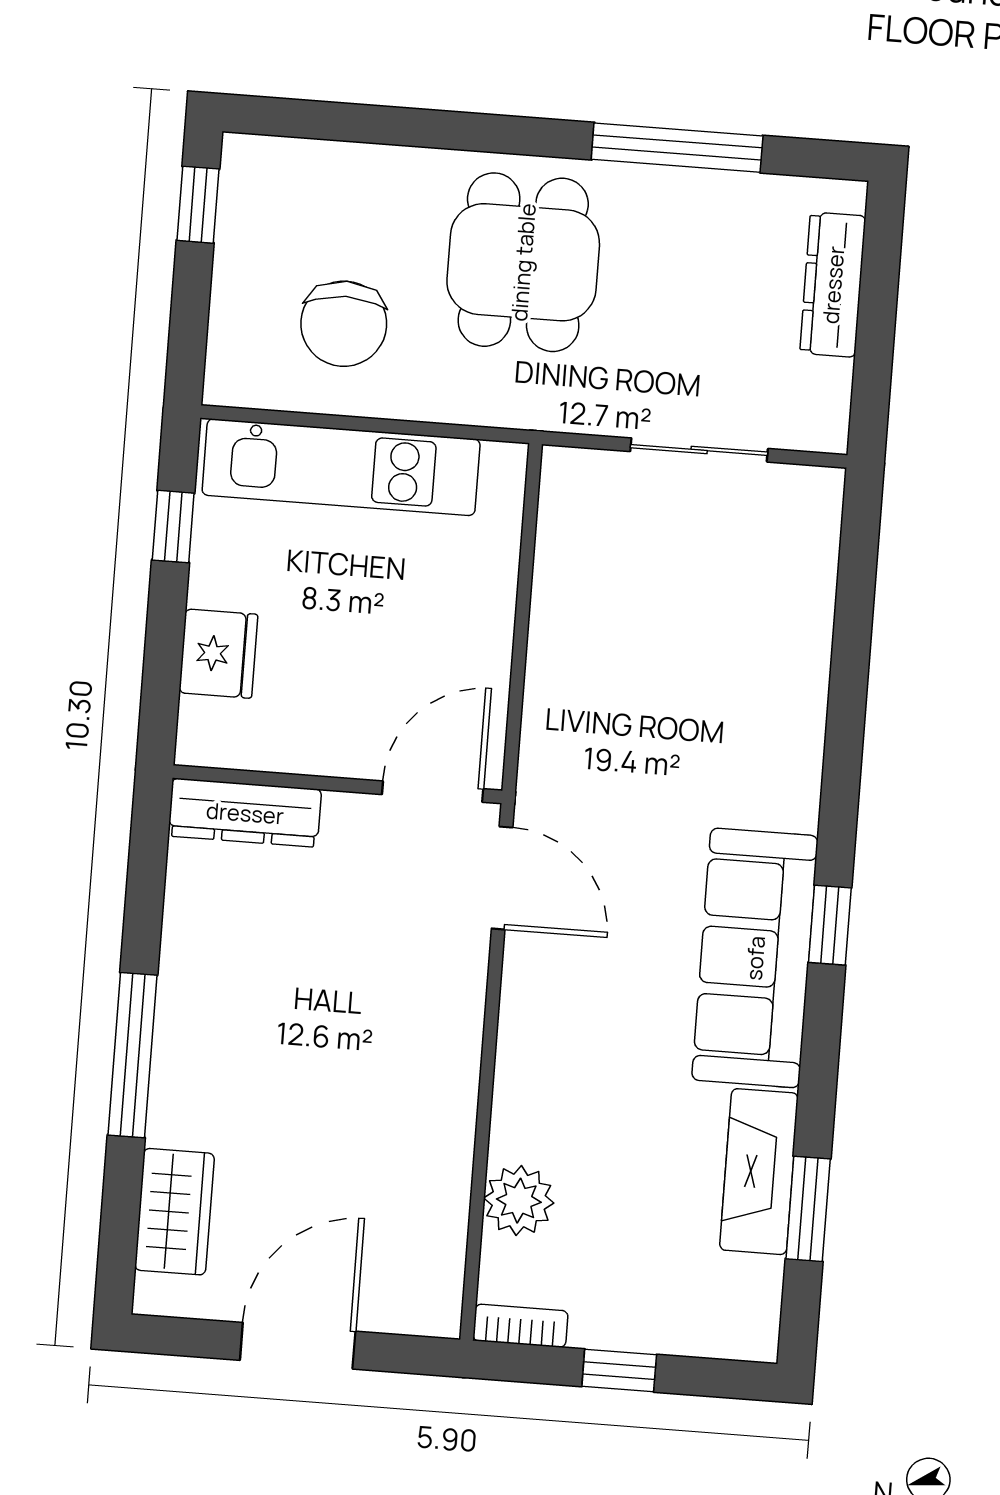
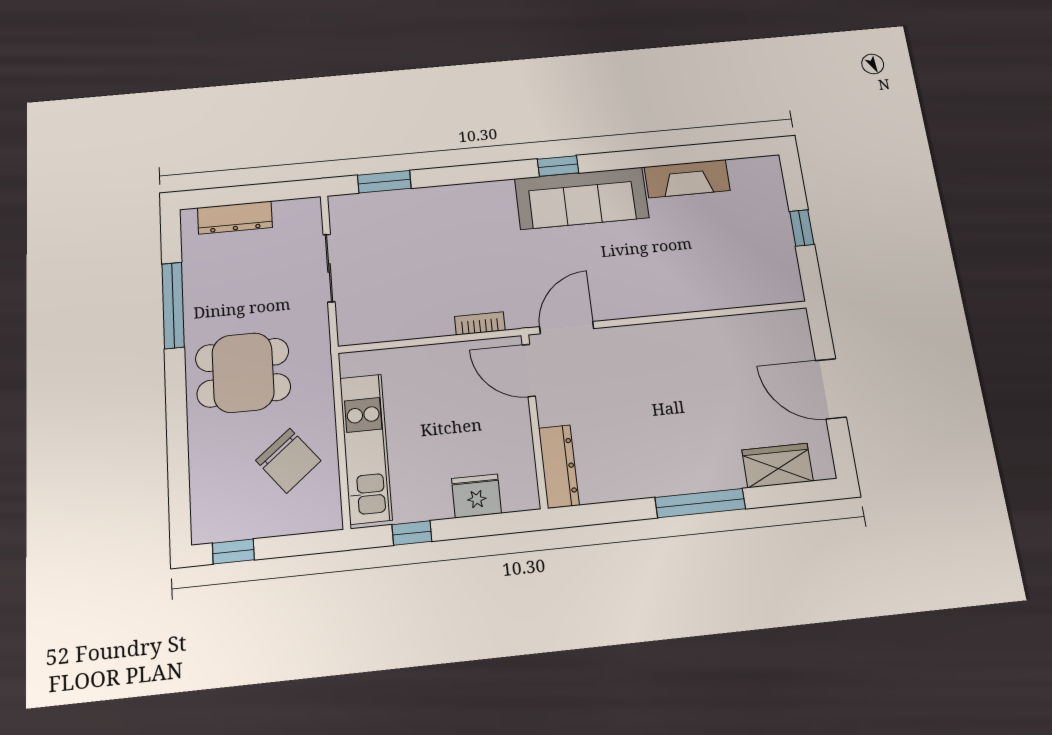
chair: (344, 324) -> (288, 461), turned 51
plant: (519, 1201) -> (729, 291), removed
window: (808, 1209) -> (384, 182), moved
bookcase: (520, 1326) -> (480, 323), moved, turned 90

